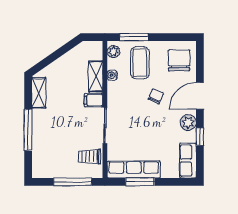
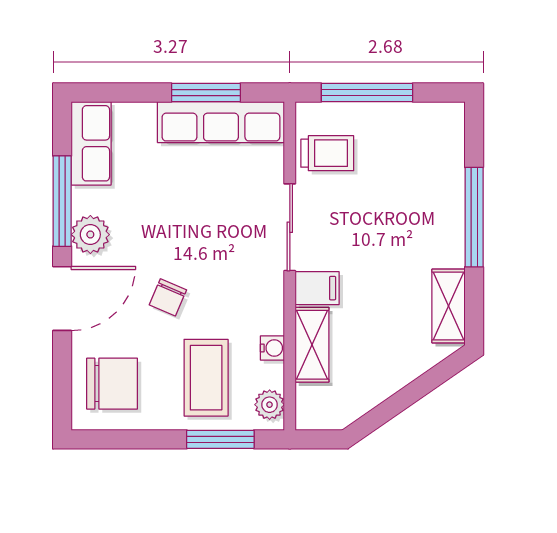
chair: (179, 60) -> (112, 384), turned -90
window: (200, 137) -> (62, 201), width x2.17

